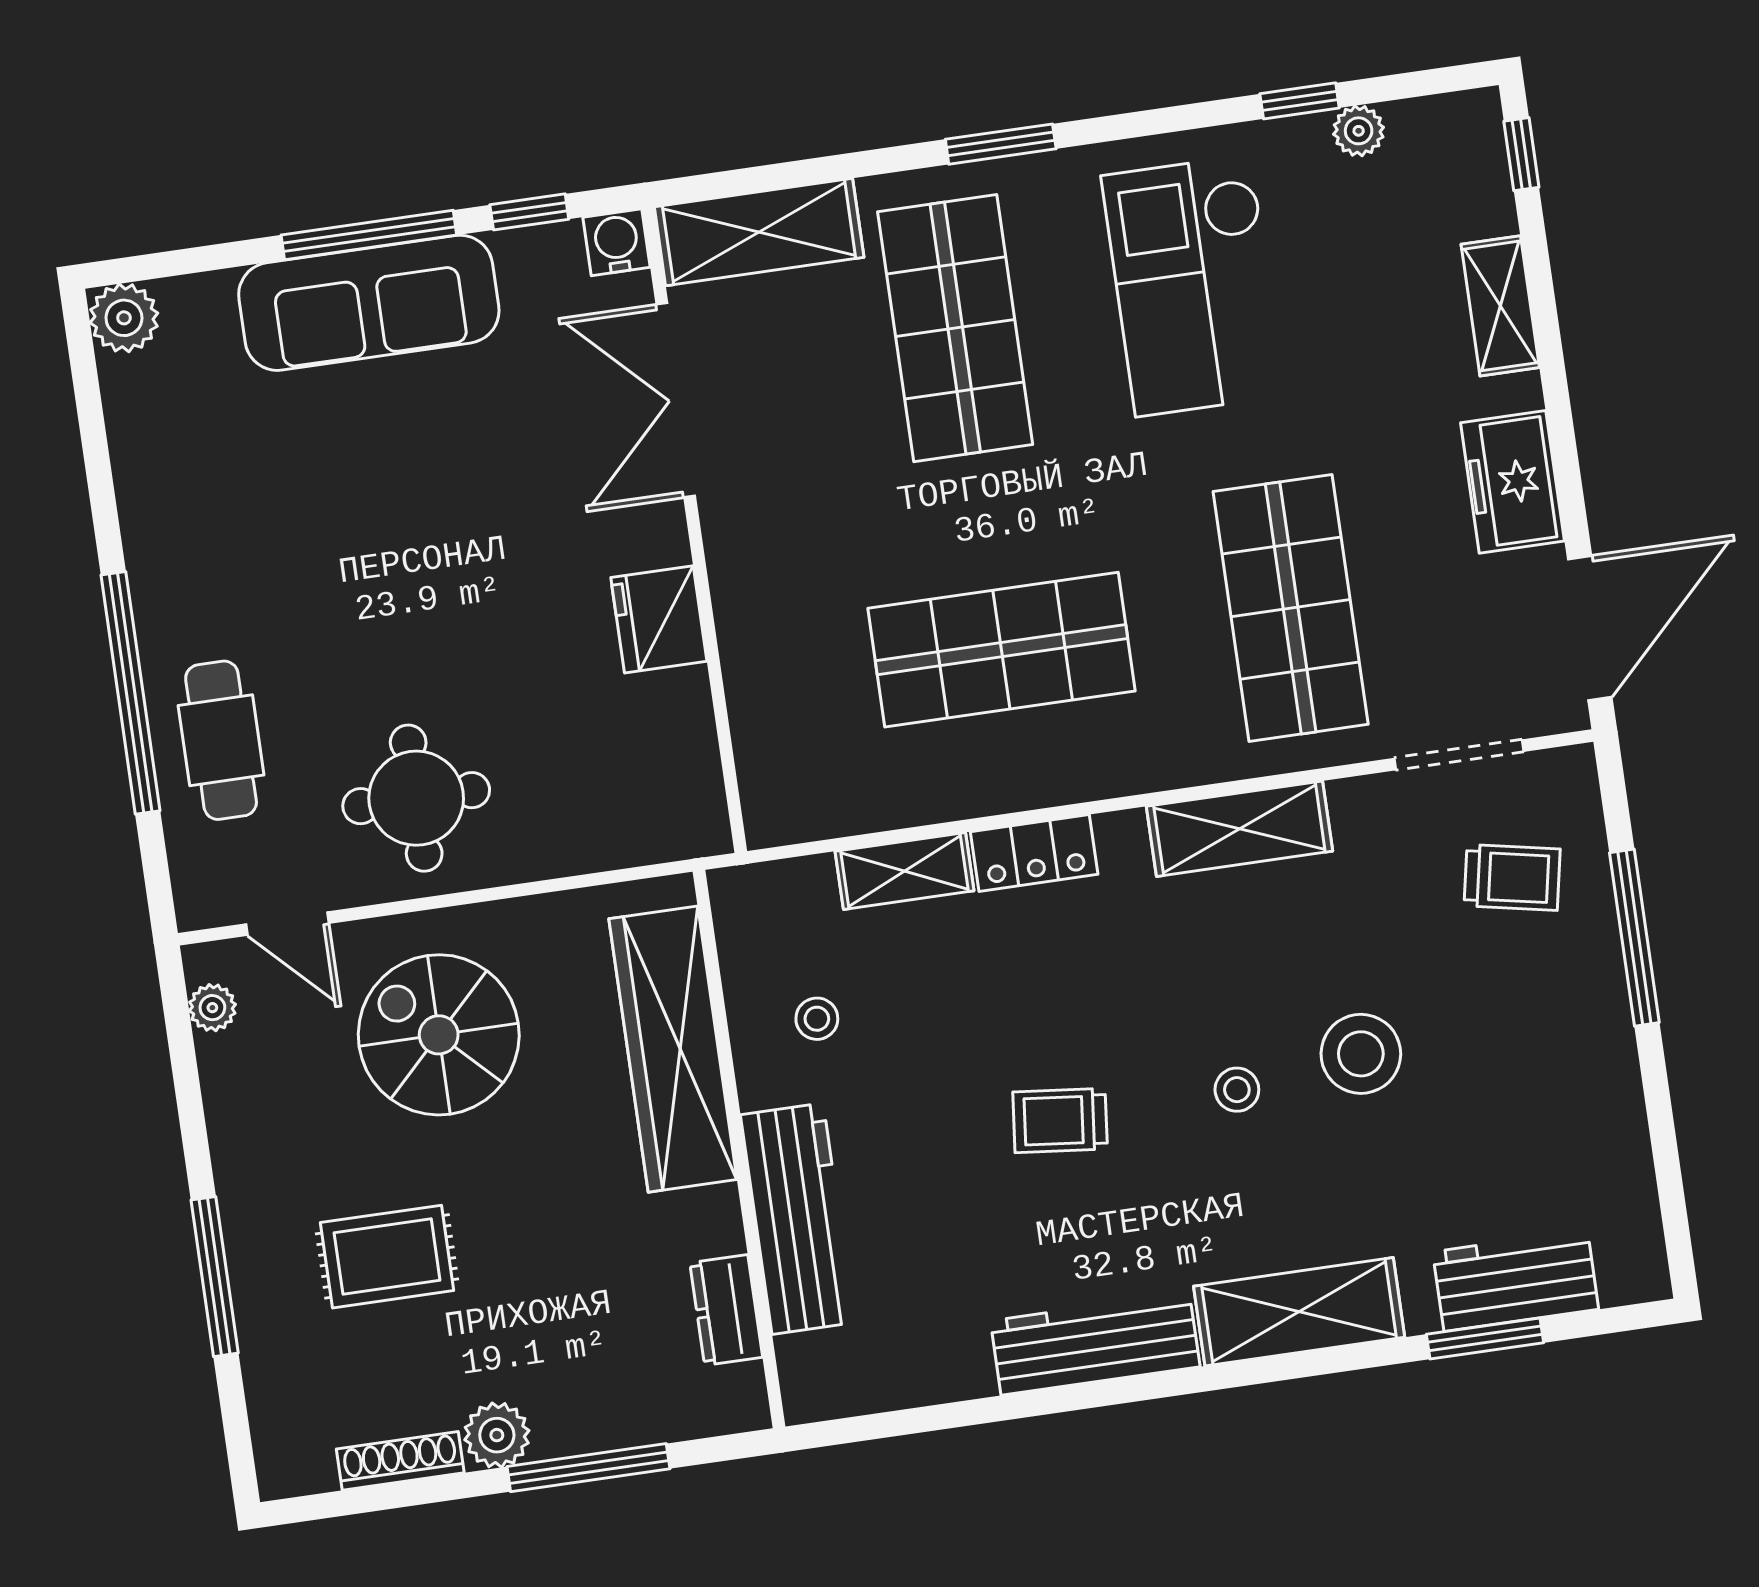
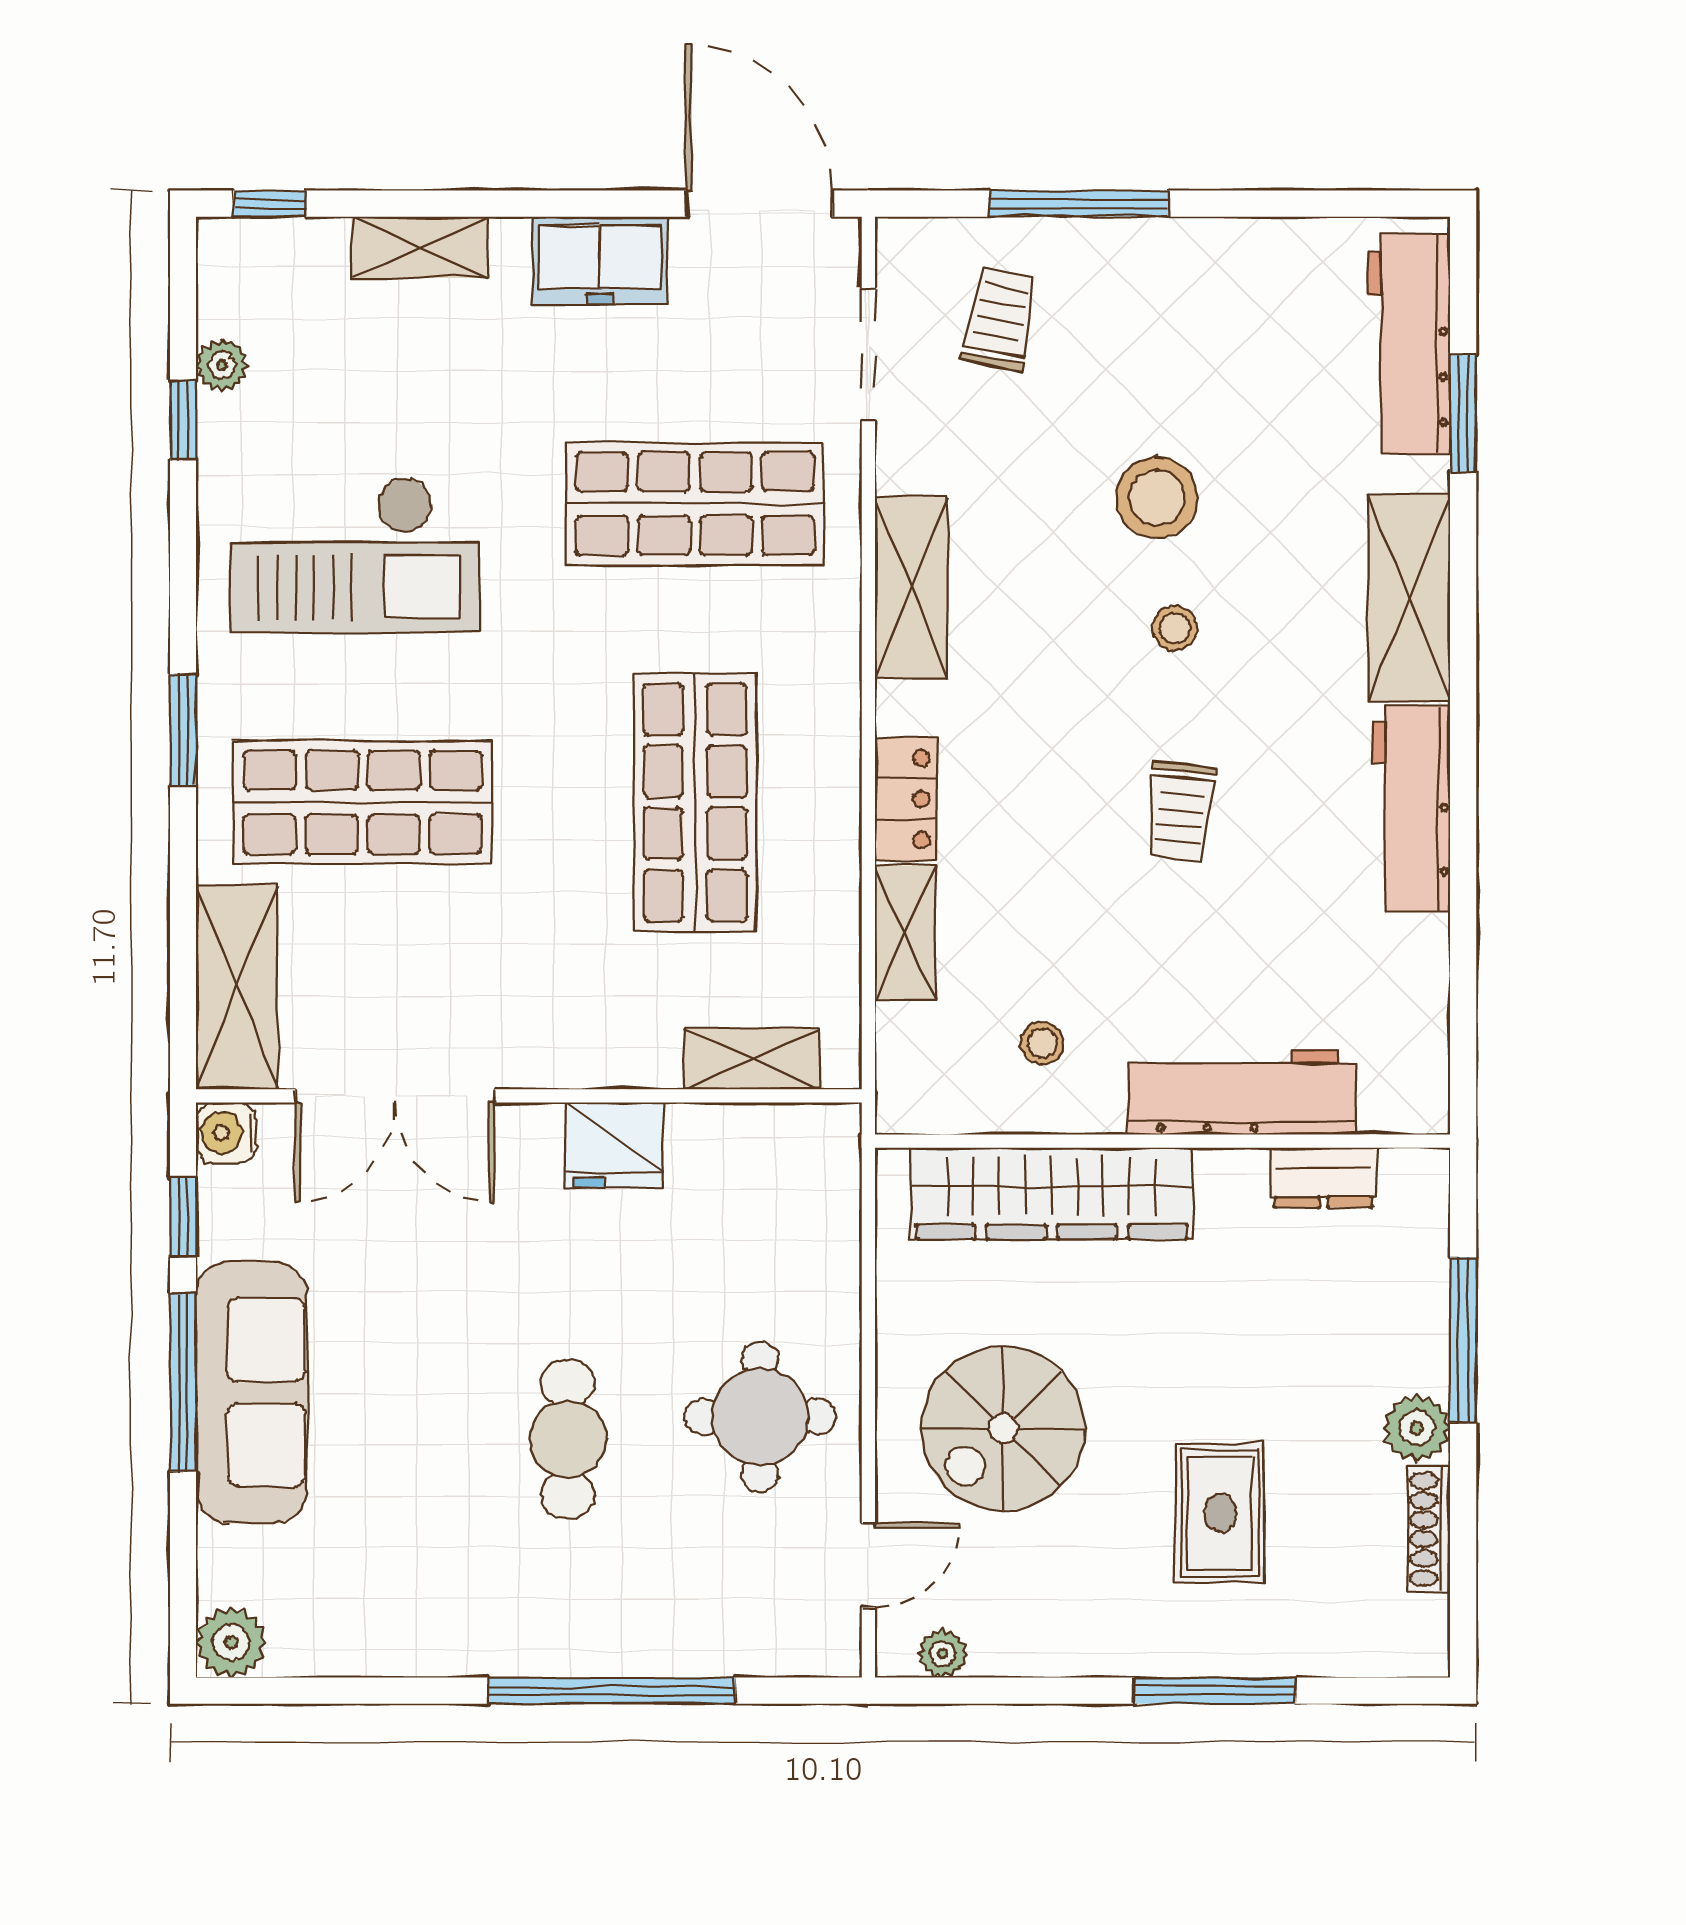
cafe table: (221, 740) -> (568, 1439), moved, turned 90
shelving: (761, 740) -> (752, 1059), added
workbench: (1516, 1281) -> (1409, 344), width x1.37

